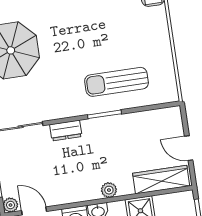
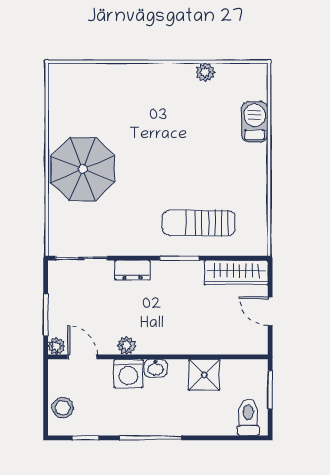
wardrobe: (161, 180) -> (236, 273), moved, turned 180
plant: (109, 190) -> (127, 346), moved

